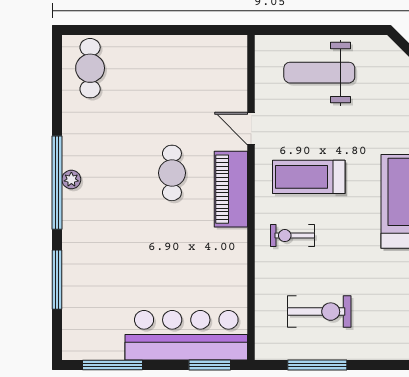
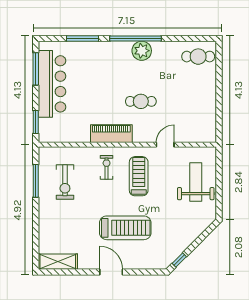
plant: (71, 179) -> (142, 51), width x1.88, depth x1.88
piano: (231, 189) -> (111, 134), moved
bar counter: (186, 335) -> (52, 84), moved

